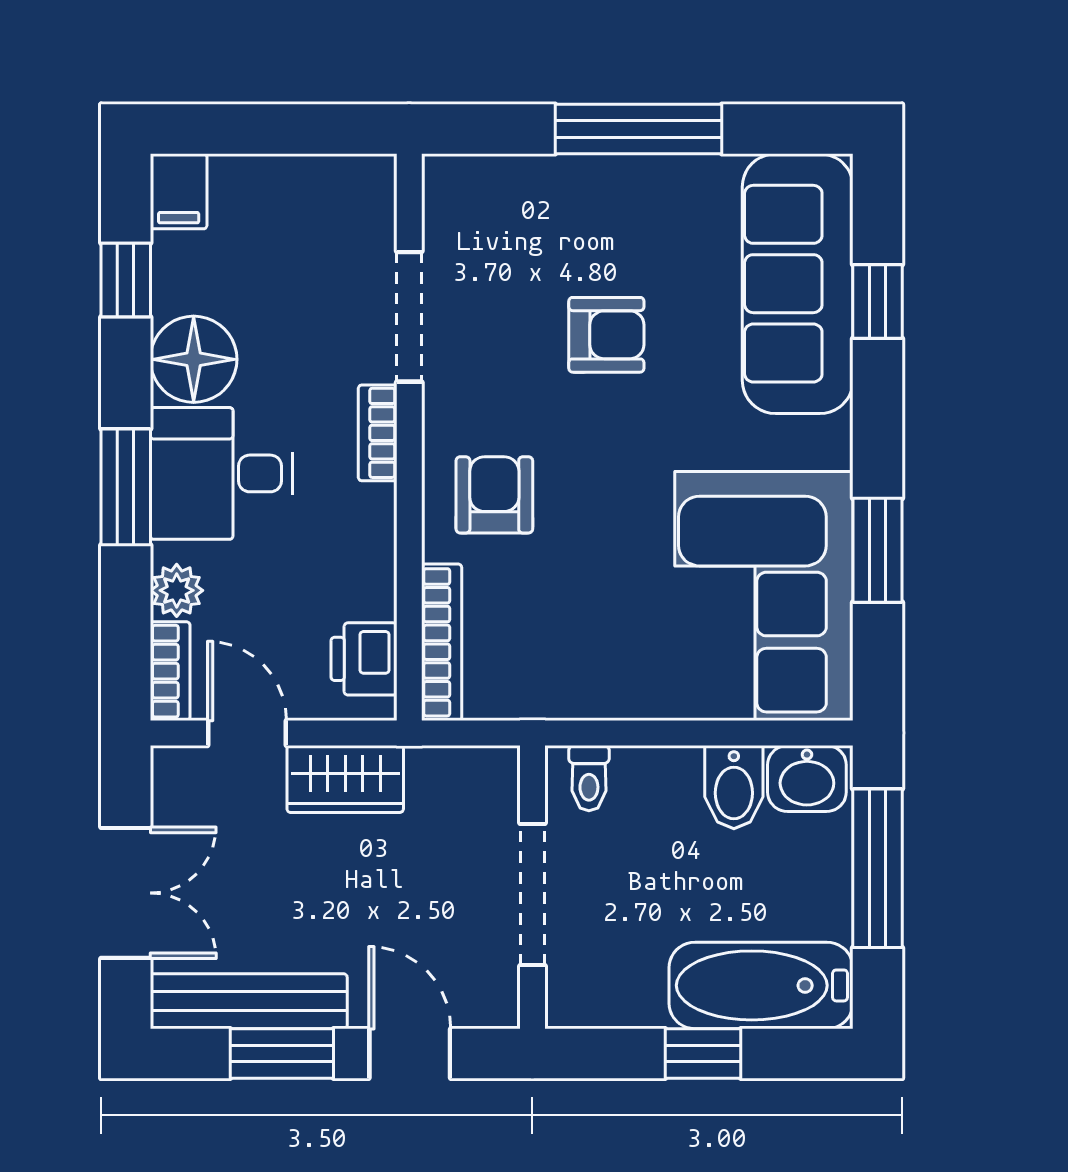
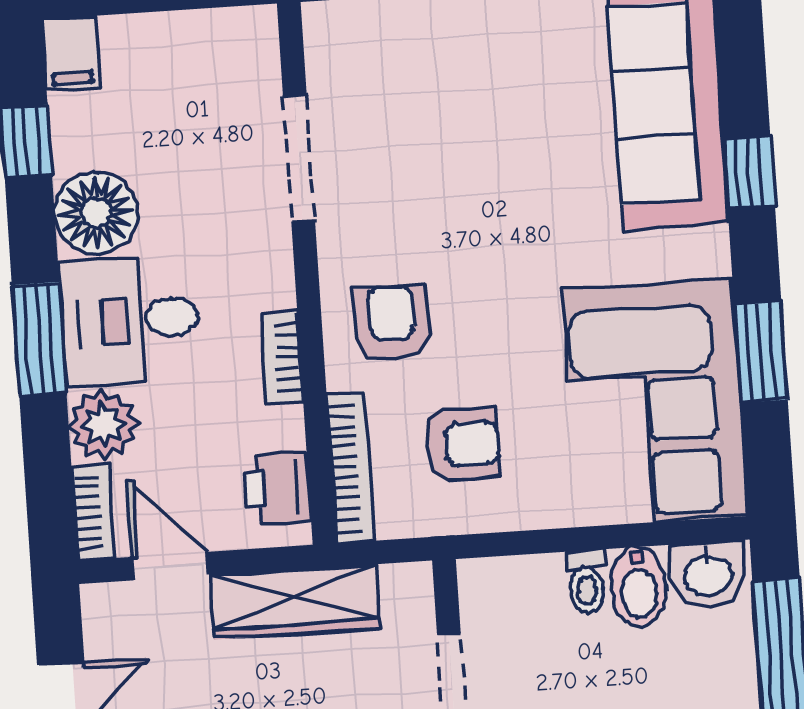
window: (878, 302) -> (749, 172), moved
armchair: (606, 335) -> (462, 444), moved
bookcase: (378, 433) -> (282, 358), moved
plant: (177, 590) -> (103, 424), width x1.38, depth x1.38
toilet: (589, 778) -> (587, 582), moved
wardrobe: (345, 779) -> (295, 602), width x1.50

